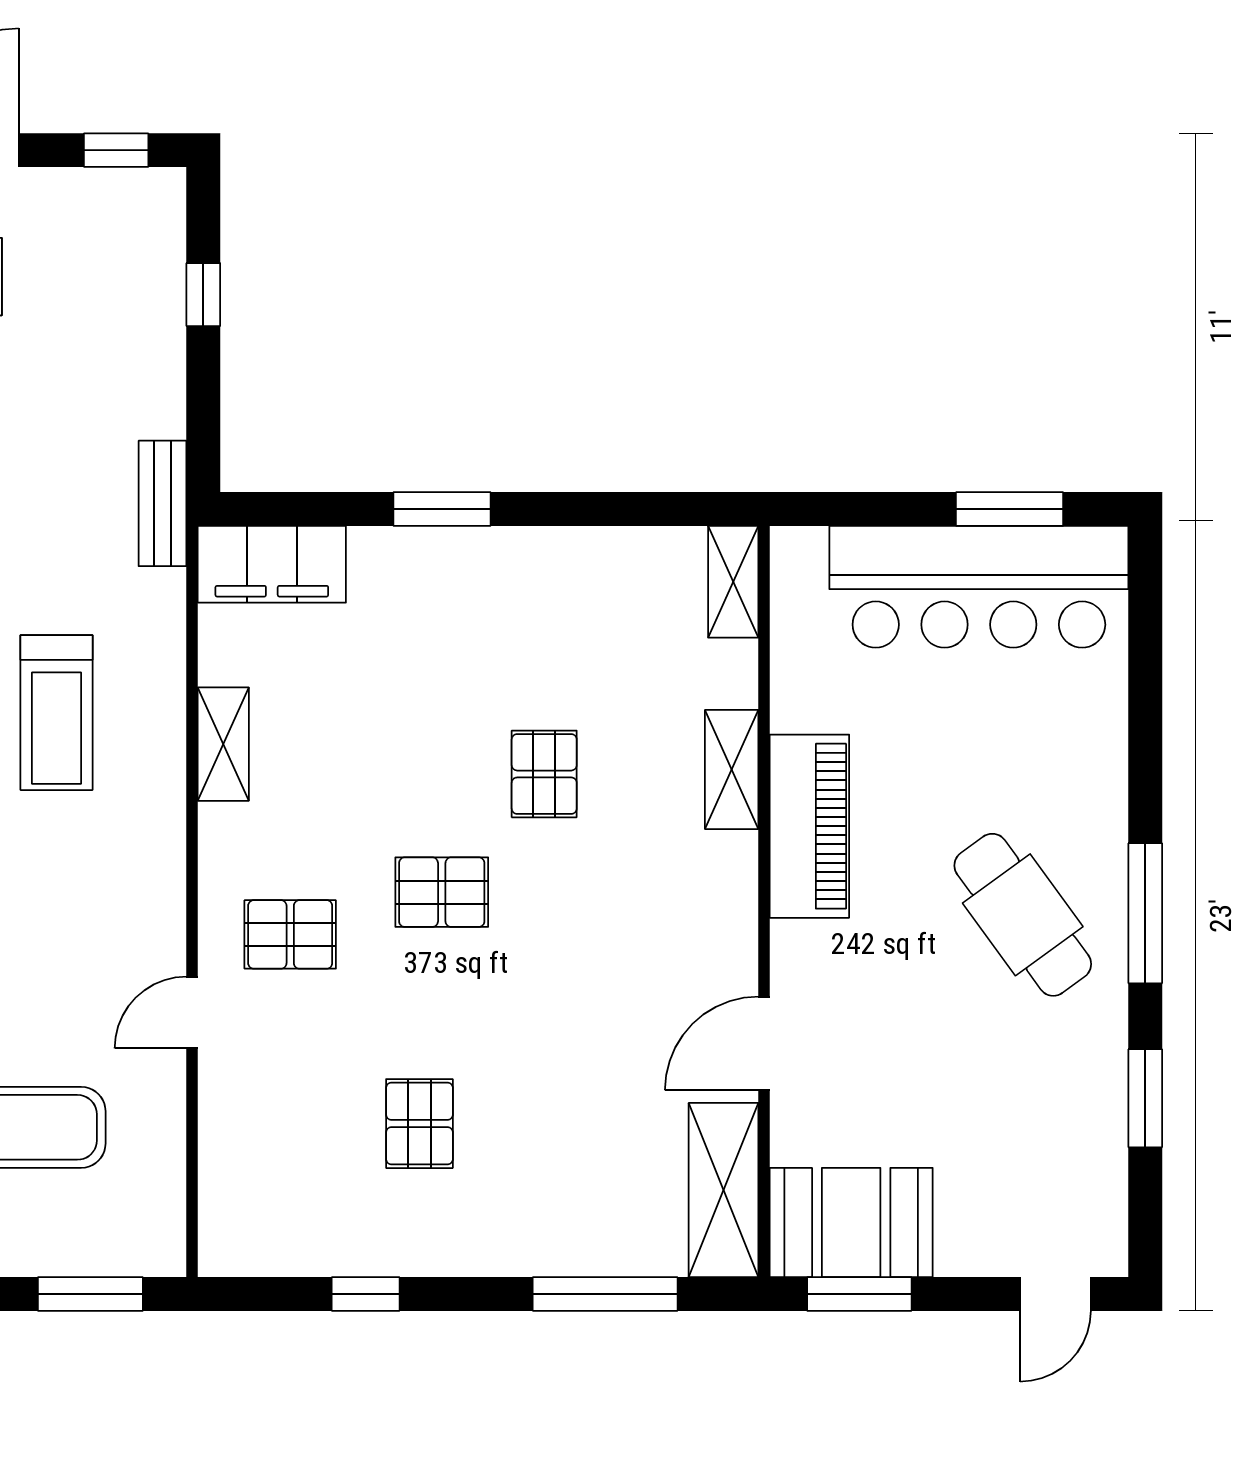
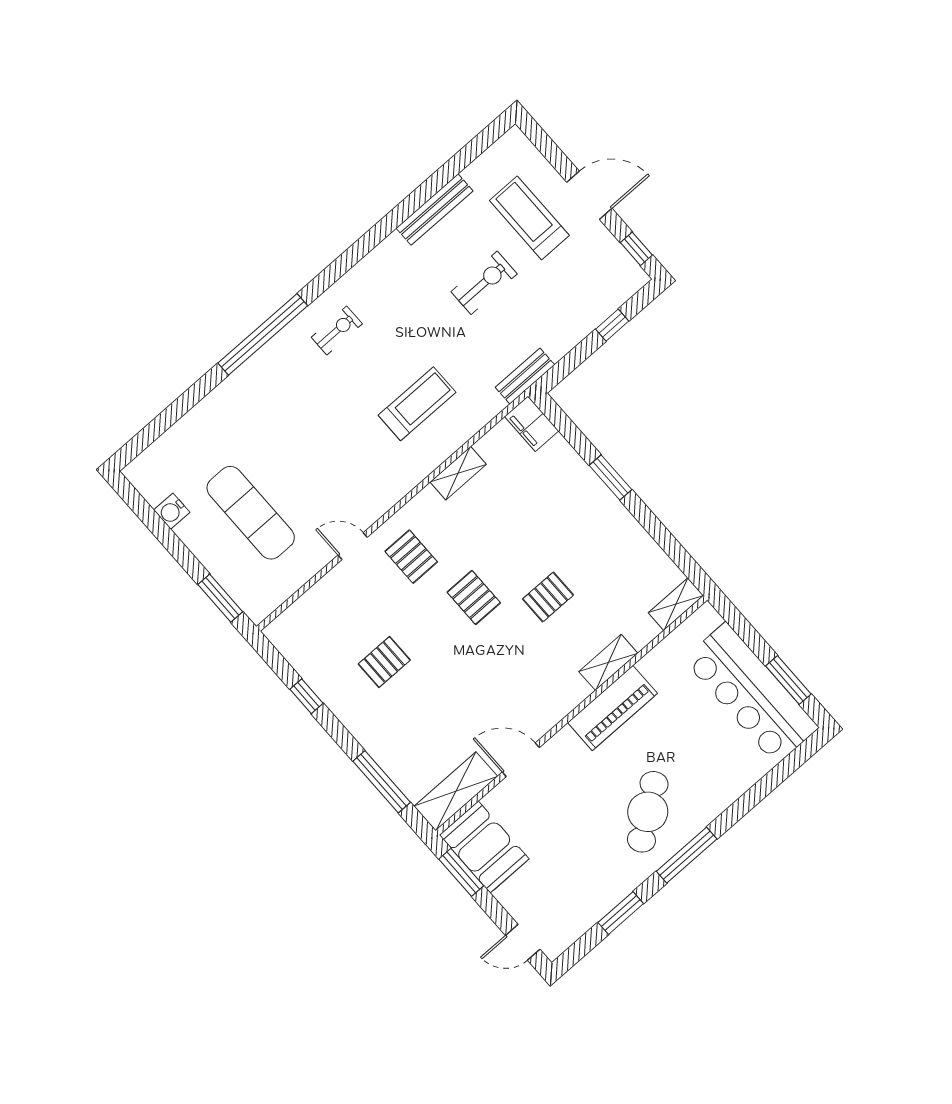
filing cabinet: (272, 564) -> (532, 424), width x0.67, depth x0.86
treadmill: (56, 713) -> (417, 404), turned 180

